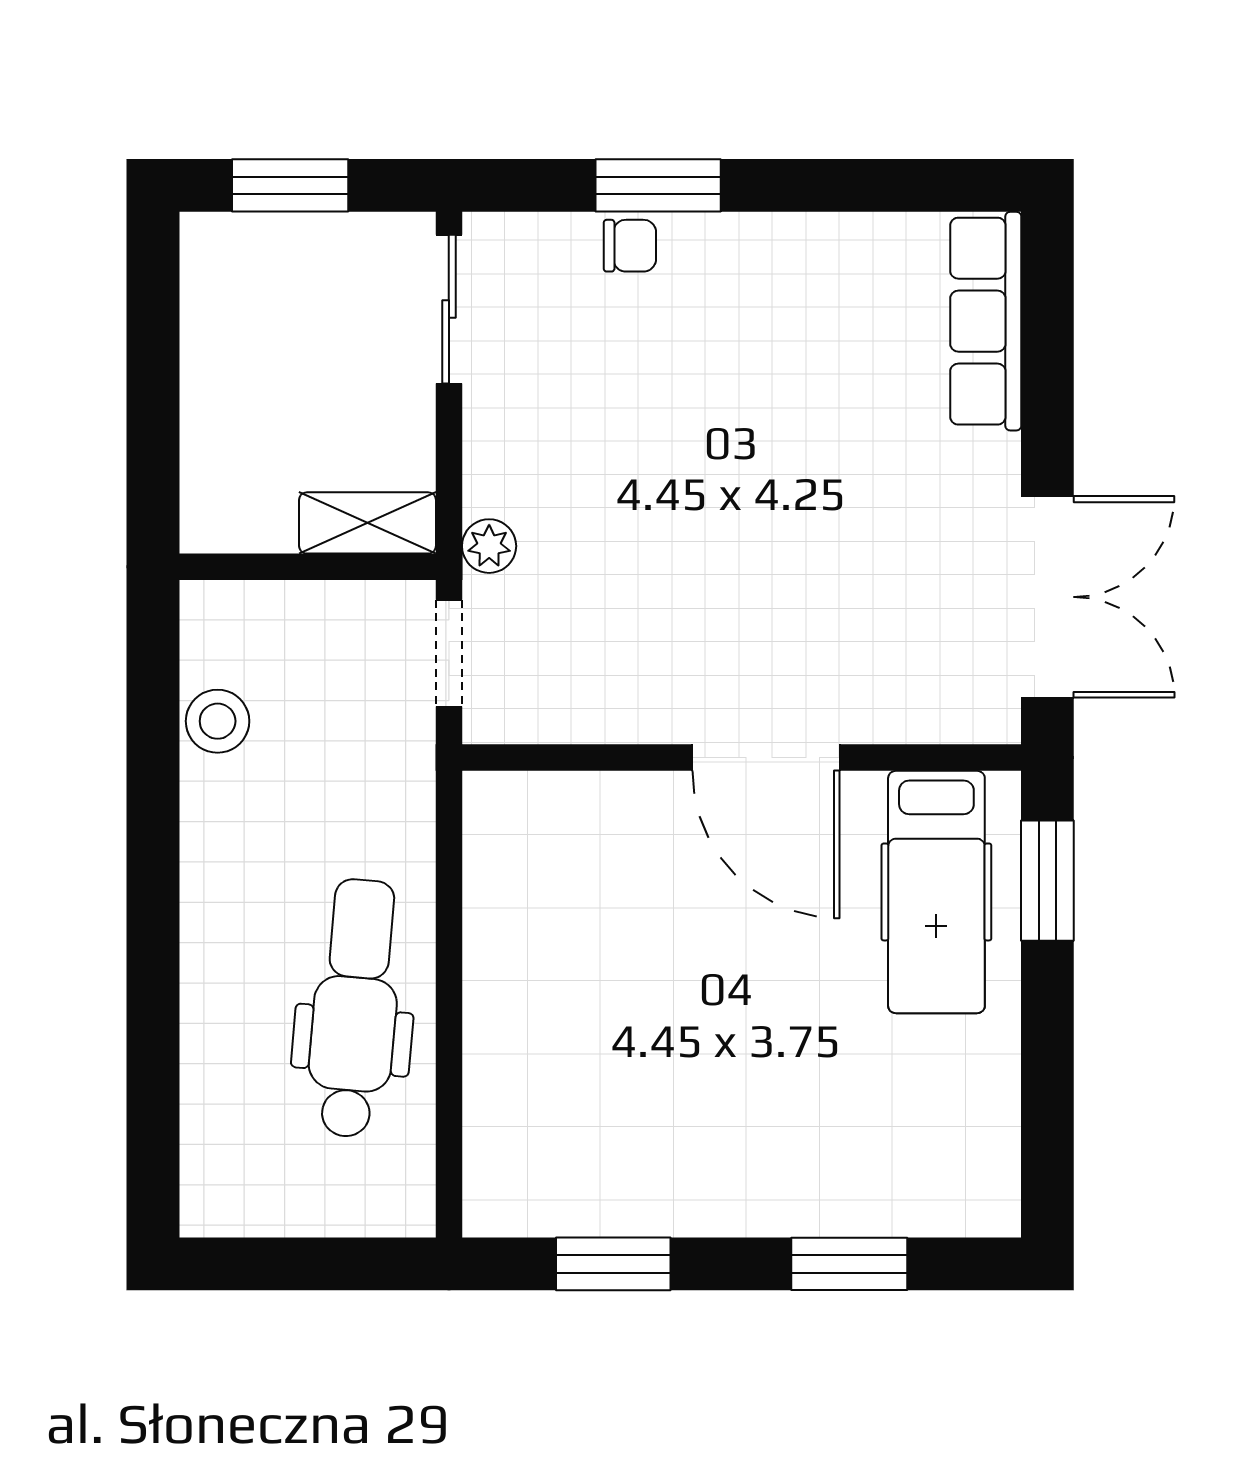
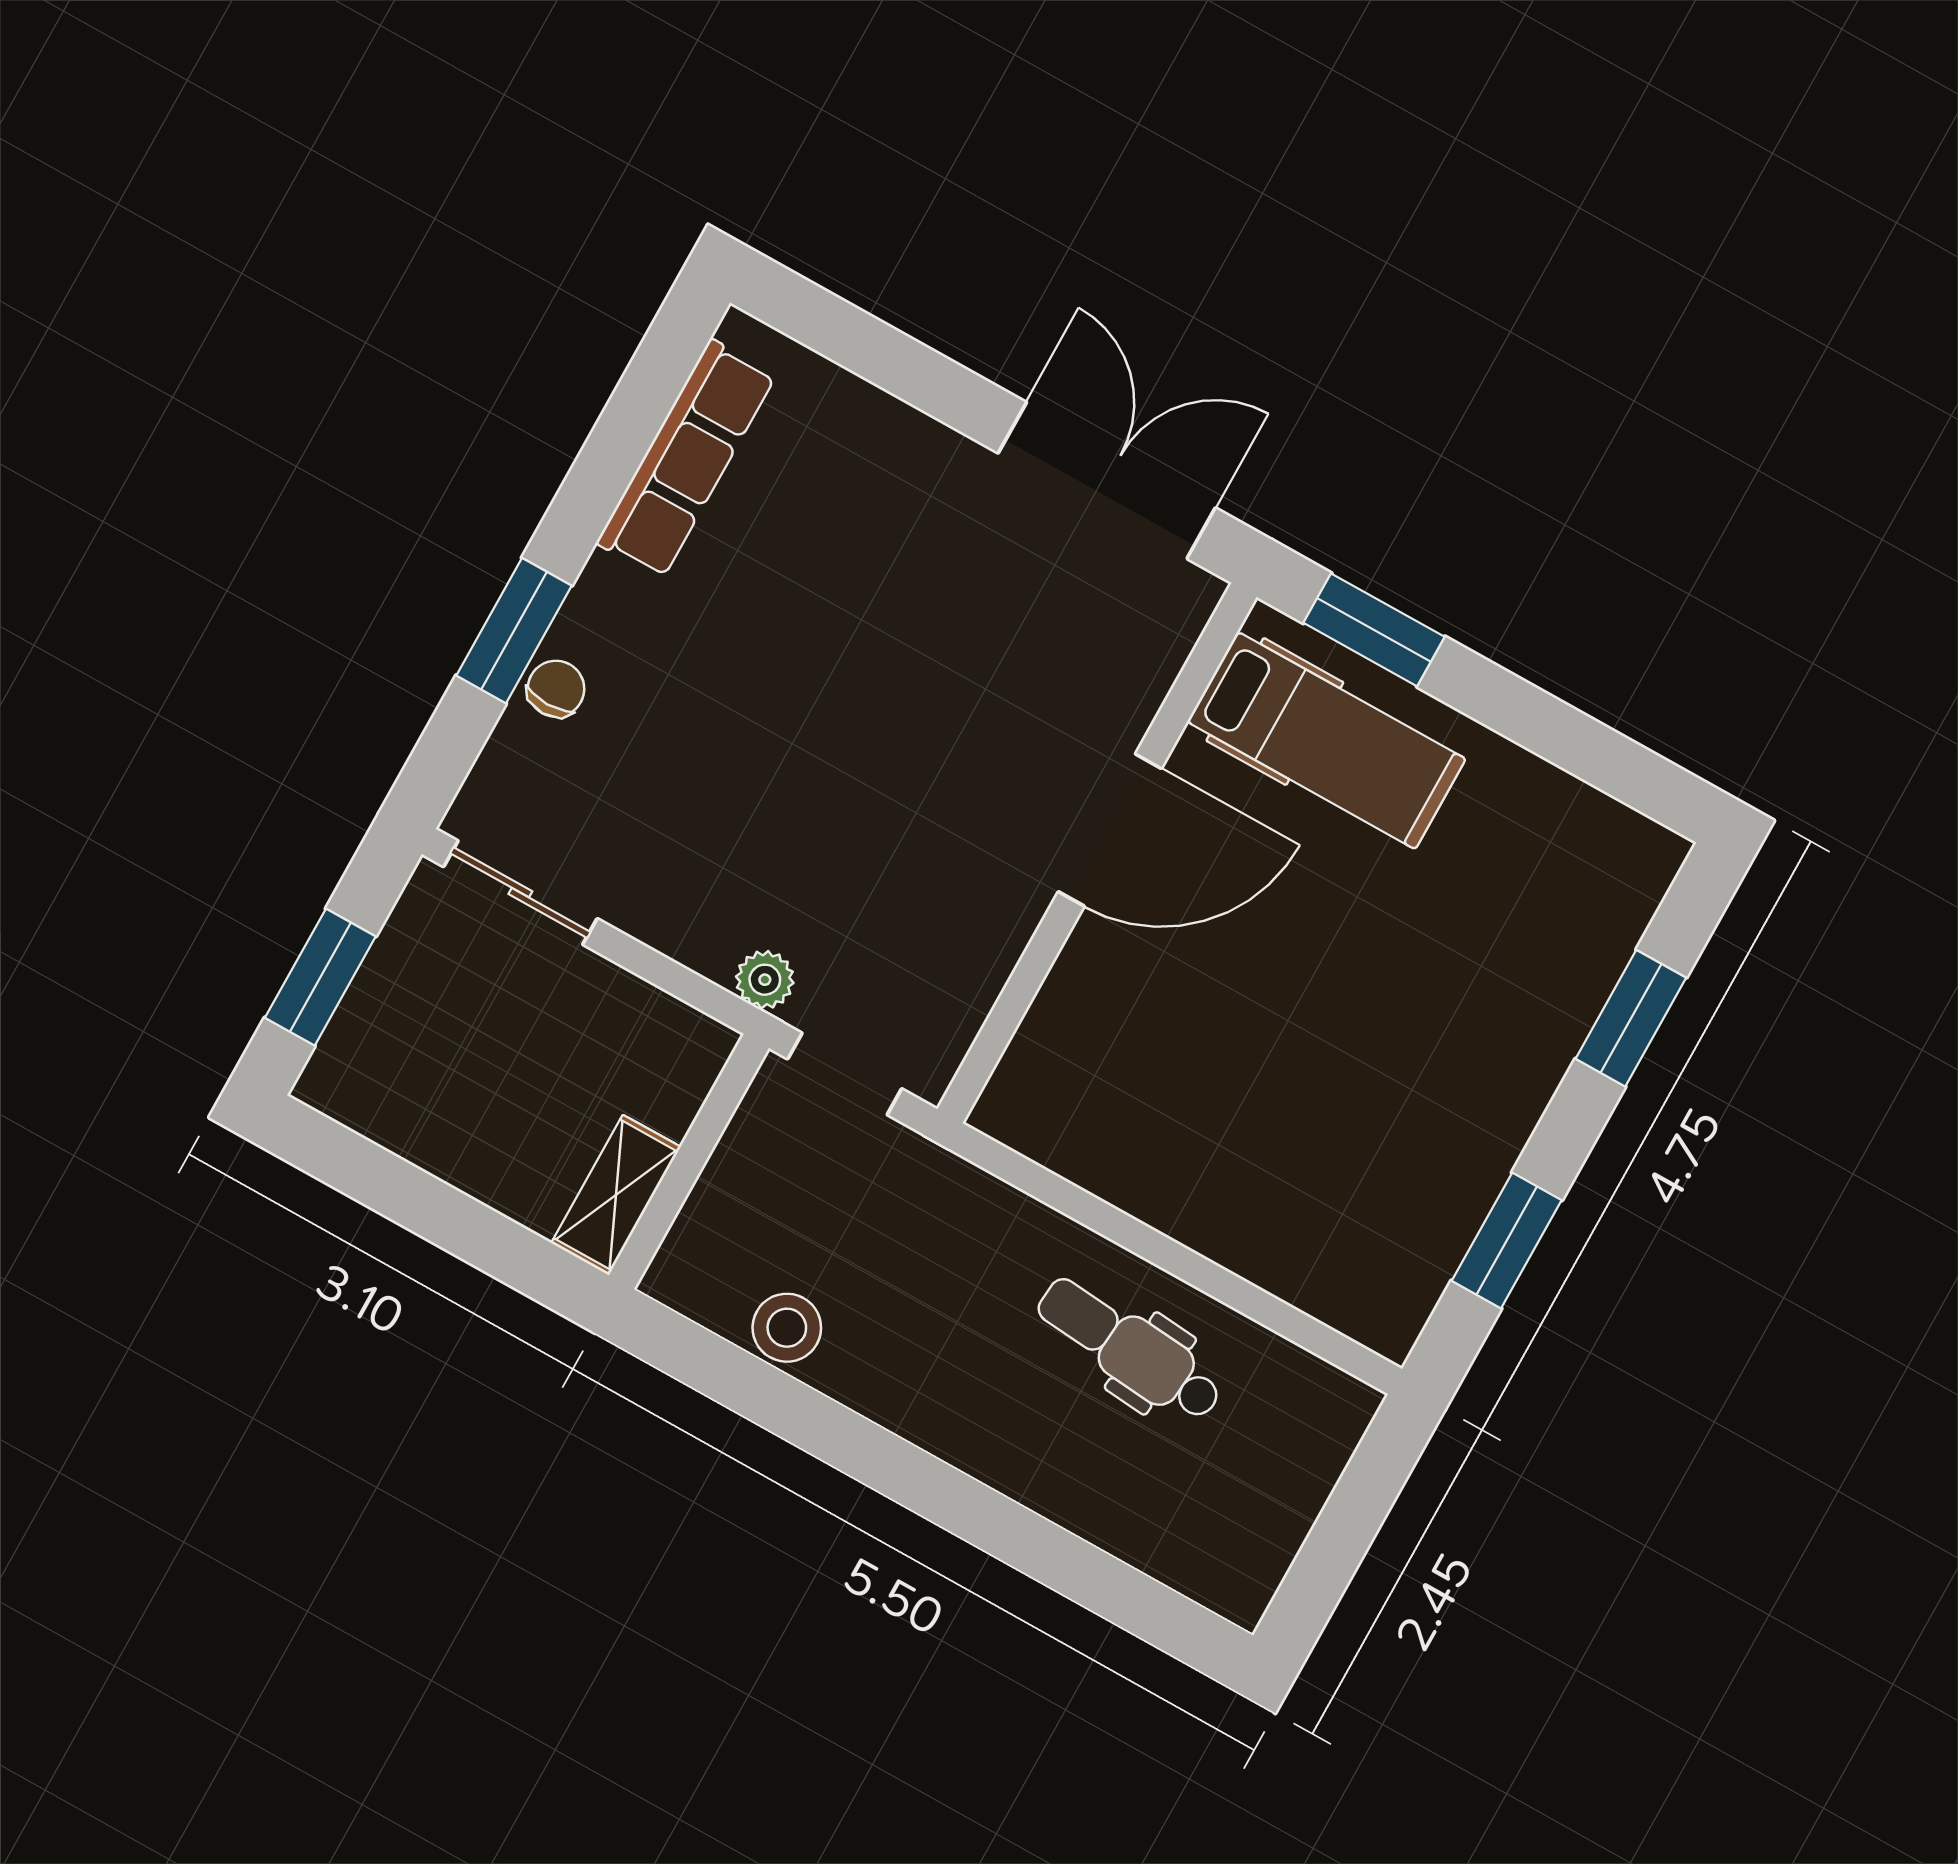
row of seats: (986, 321) -> (686, 459), moved, turned -90
shelving: (367, 523) -> (616, 1195), moved
dental chair: (355, 1008) -> (1130, 1349), width x0.73, depth x0.72

